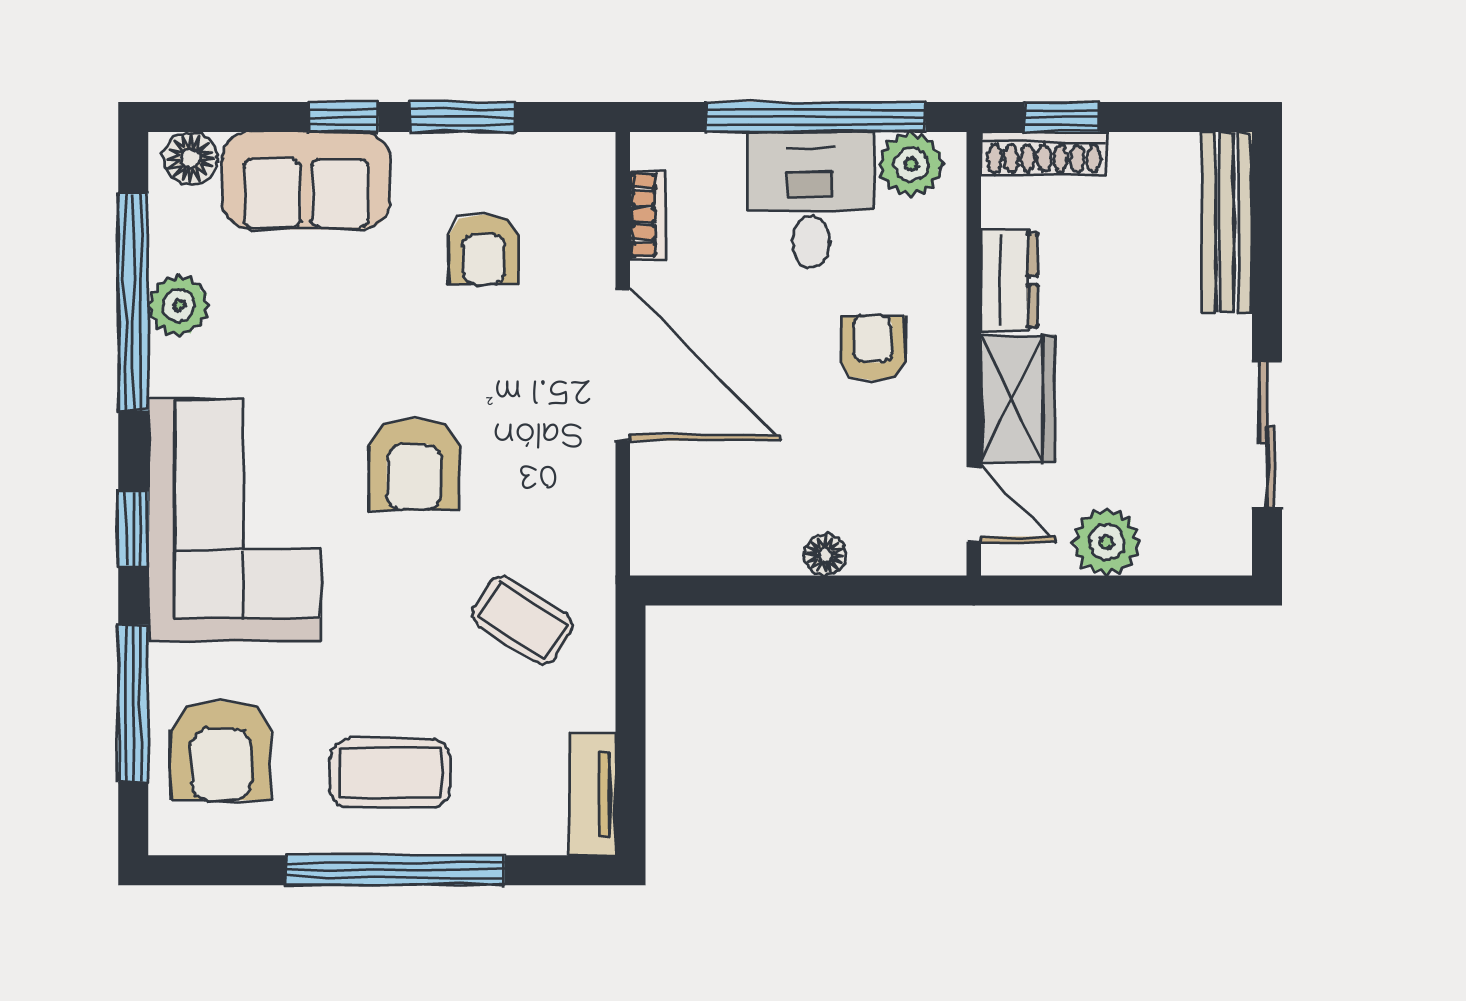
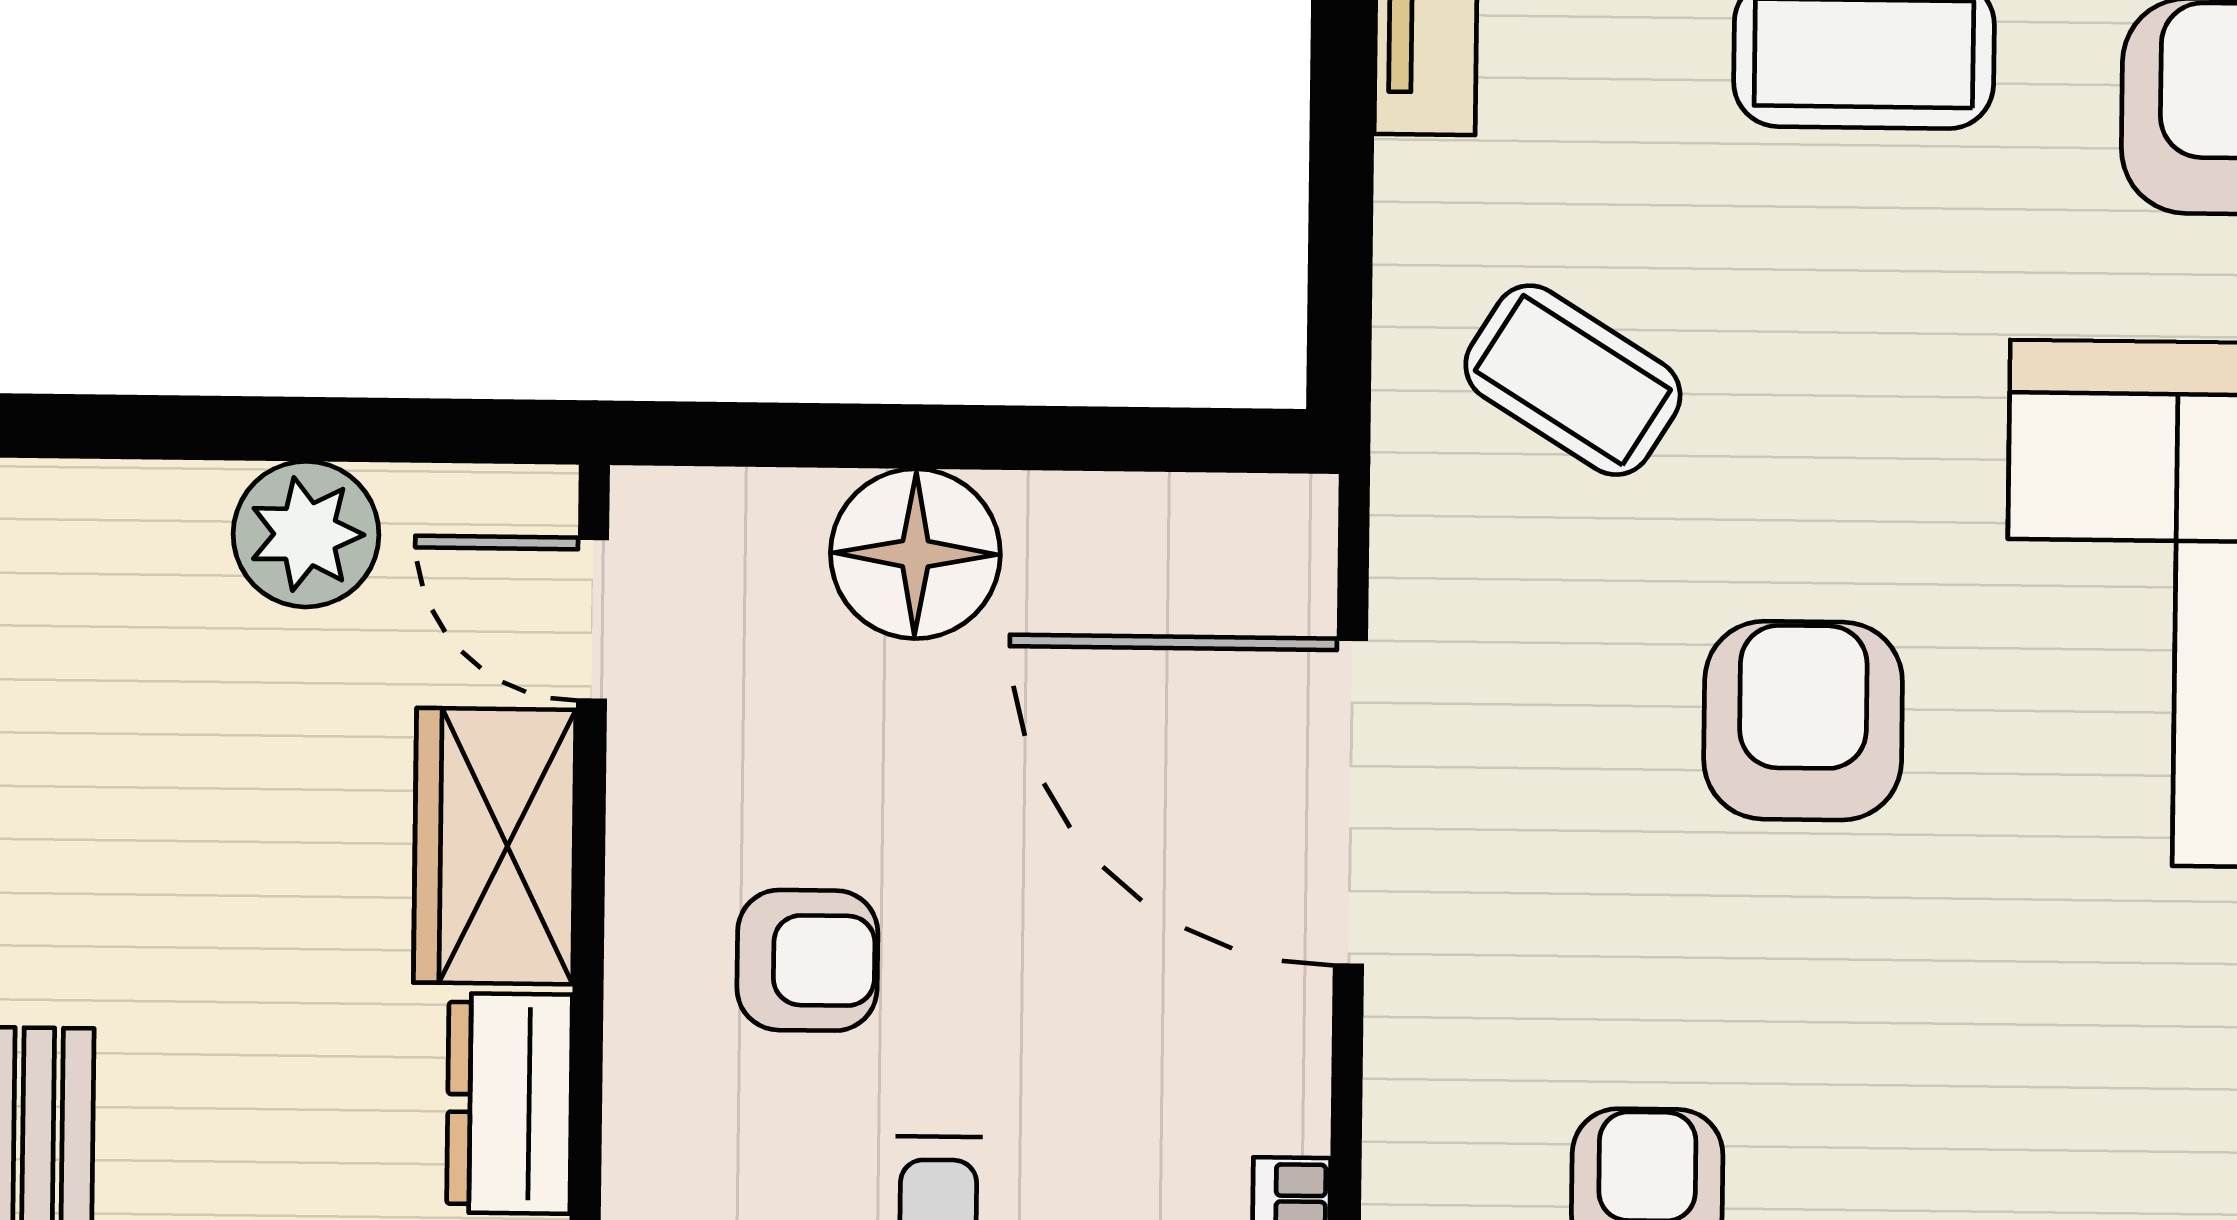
armchair: (873, 348) -> (807, 960), turned -90
door: (623, 365) -> (1350, 802), moved
floor lamp: (825, 555) -> (915, 554), width x1.89, depth x1.89

